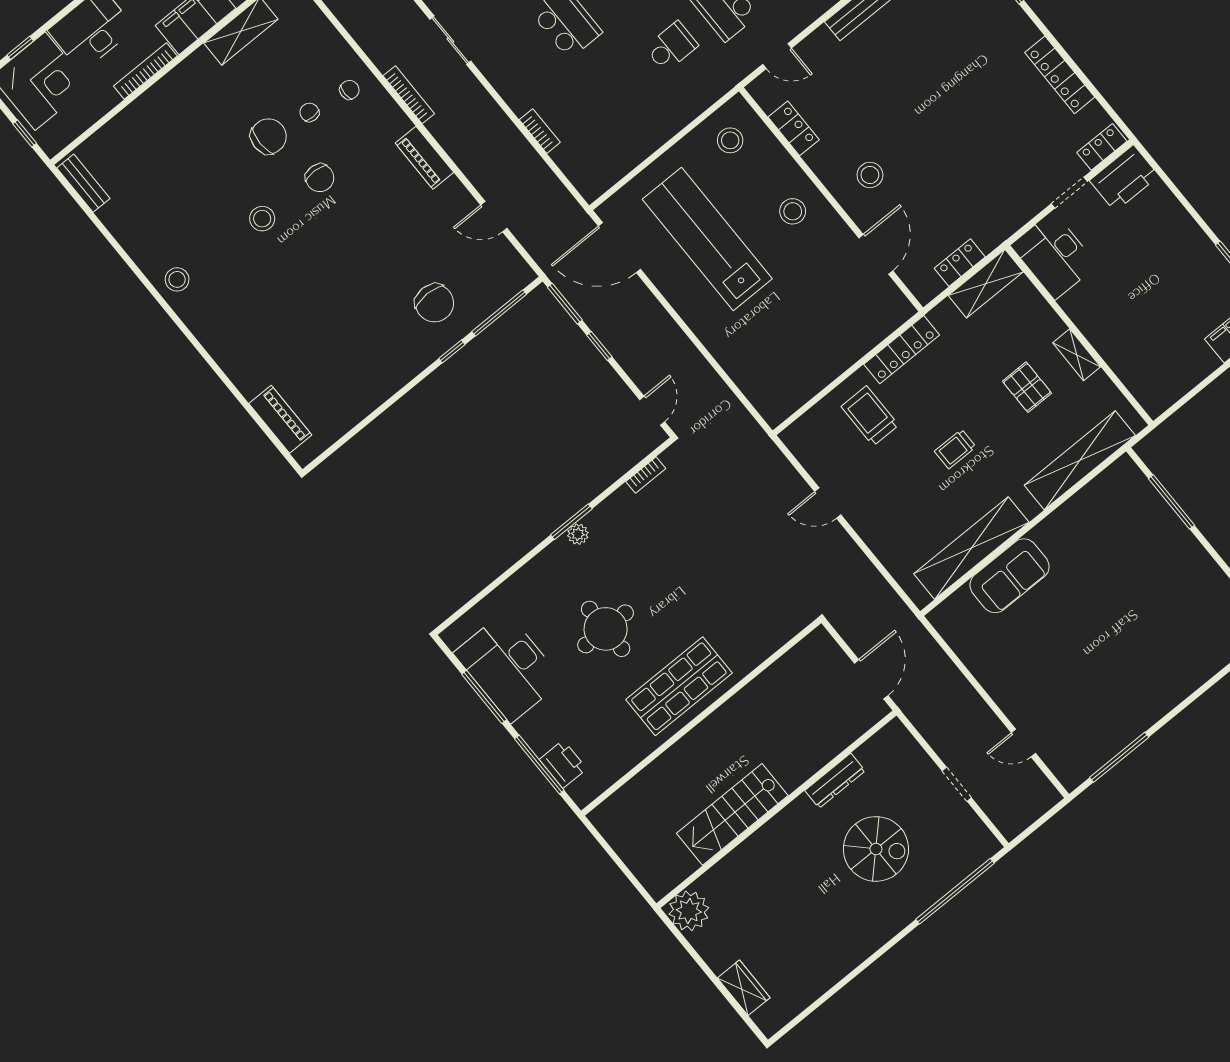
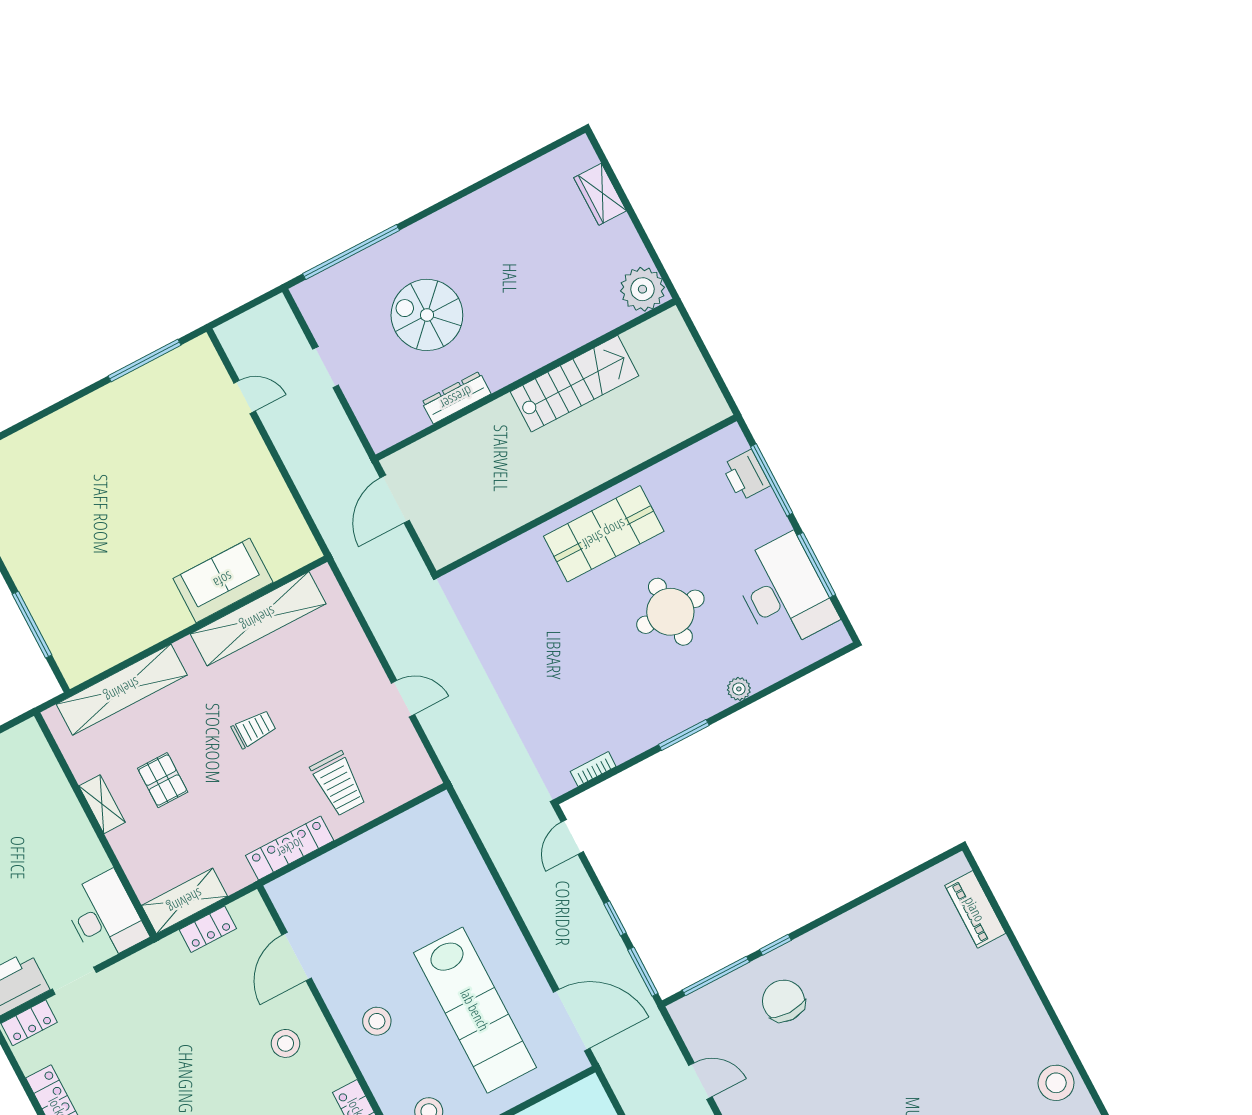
stool: (177, 279) -> (1056, 1083), width x1.38, depth x1.38
plant: (578, 534) -> (739, 689), moved

